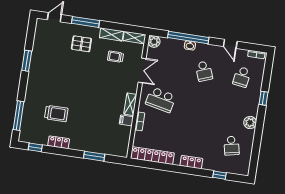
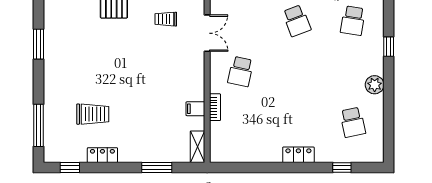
school desk: (161, 100) -> (241, 71), width x0.54
shelving: (130, 104) -> (198, 147), moved
locker: (152, 156) -> (241, 154), removed

